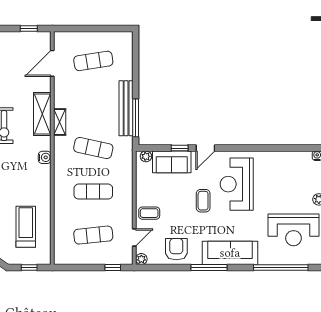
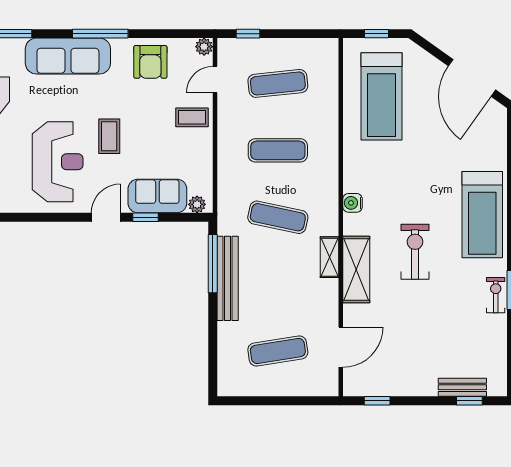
treadmill: (26, 227) -> (382, 96), width x1.37, depth x1.38

